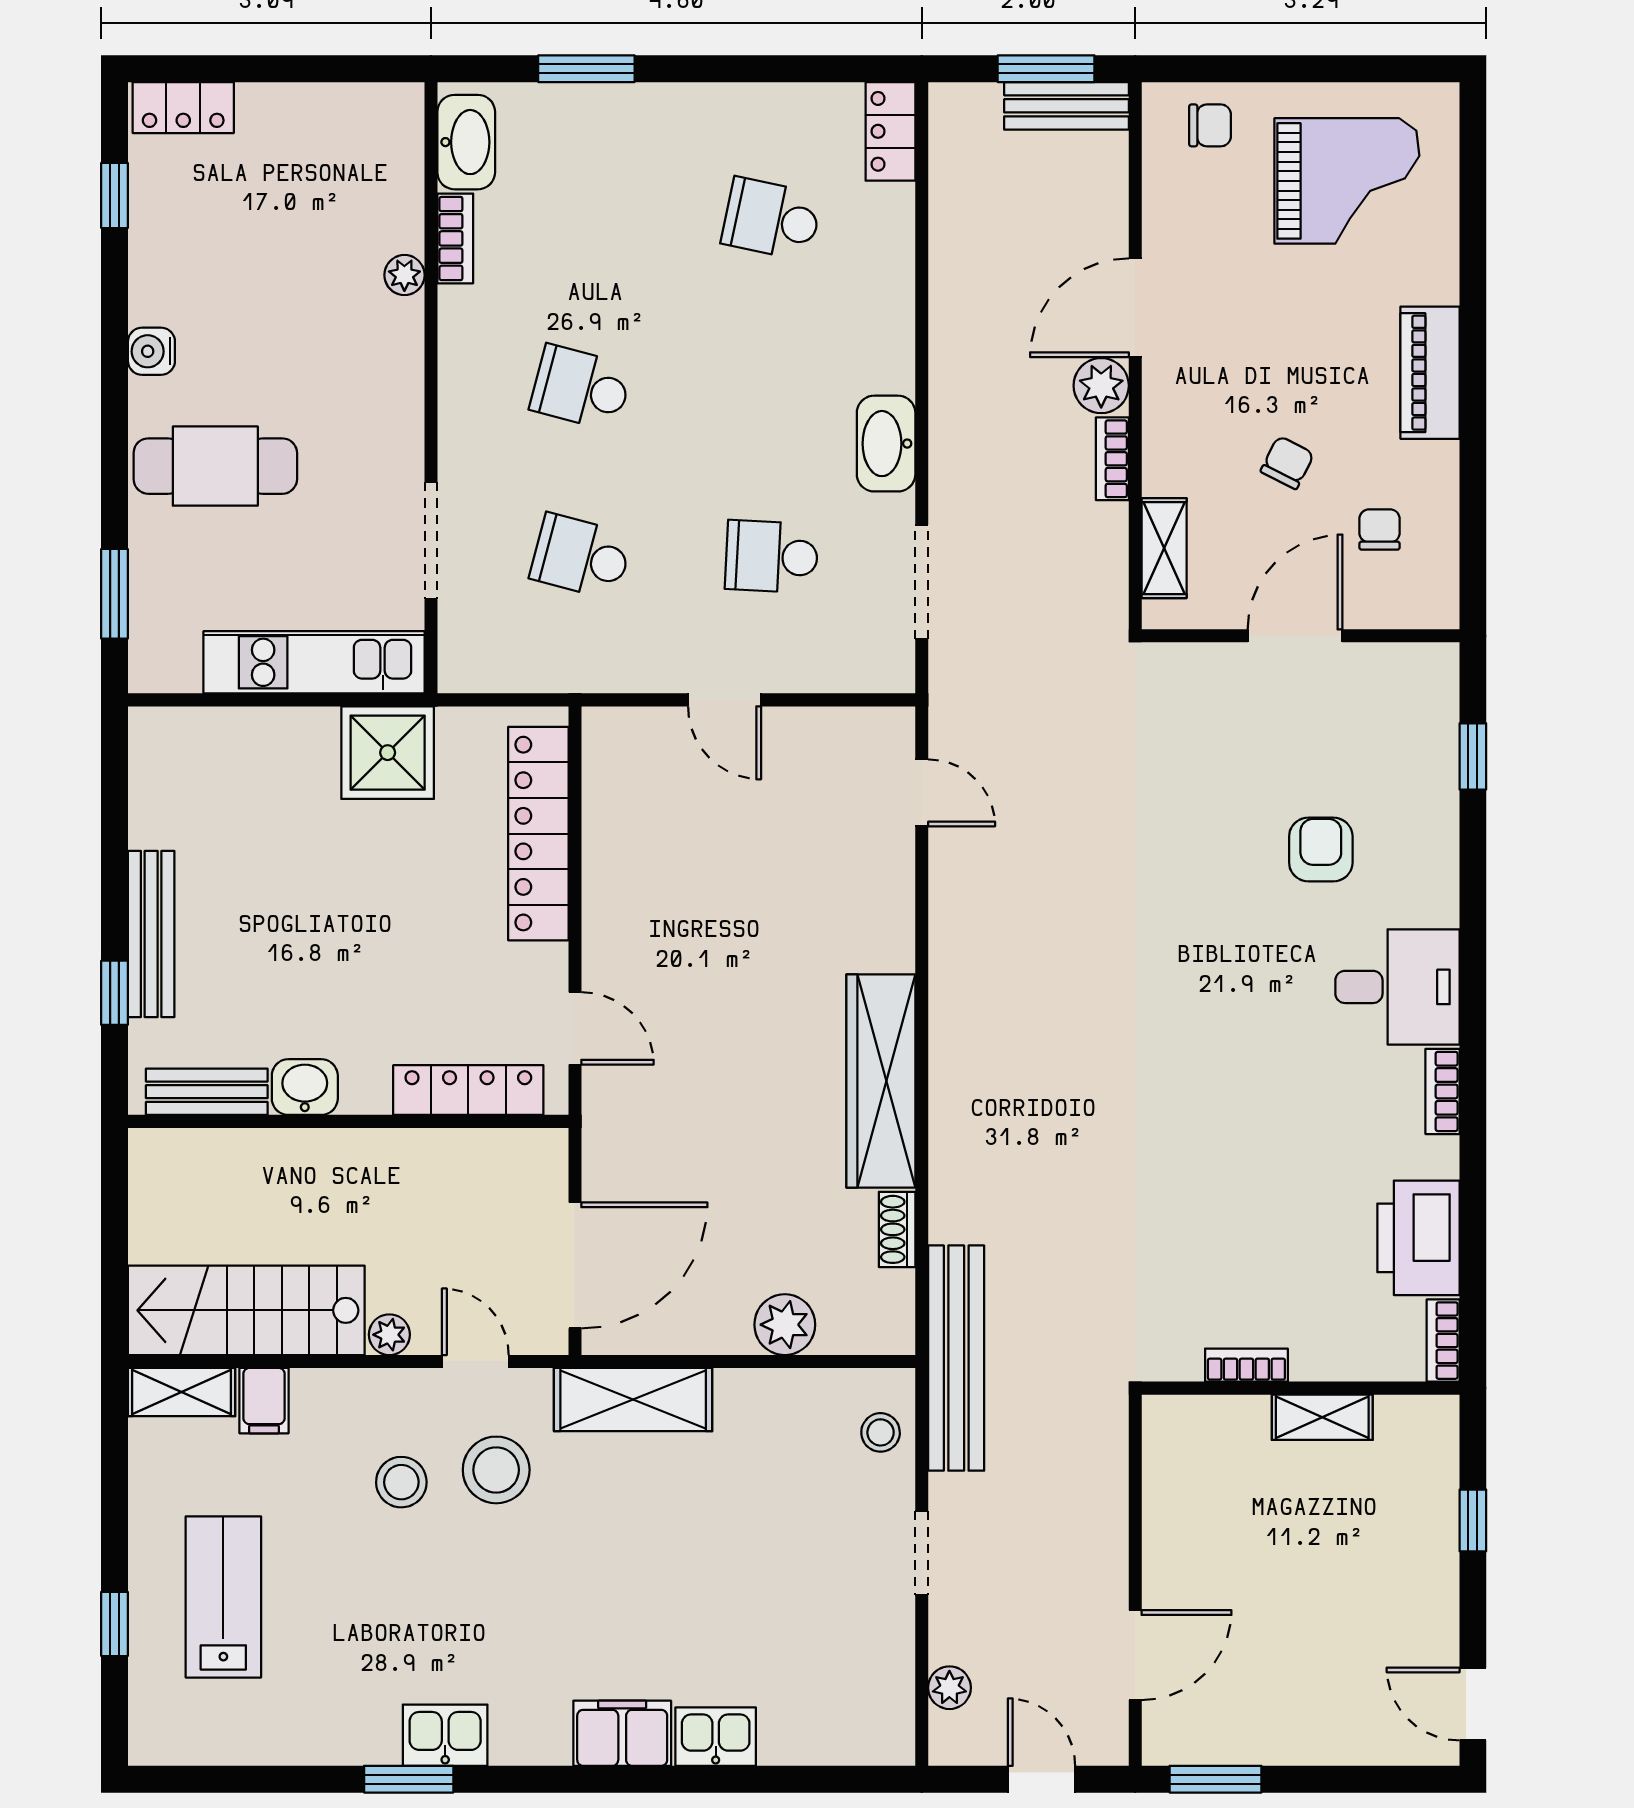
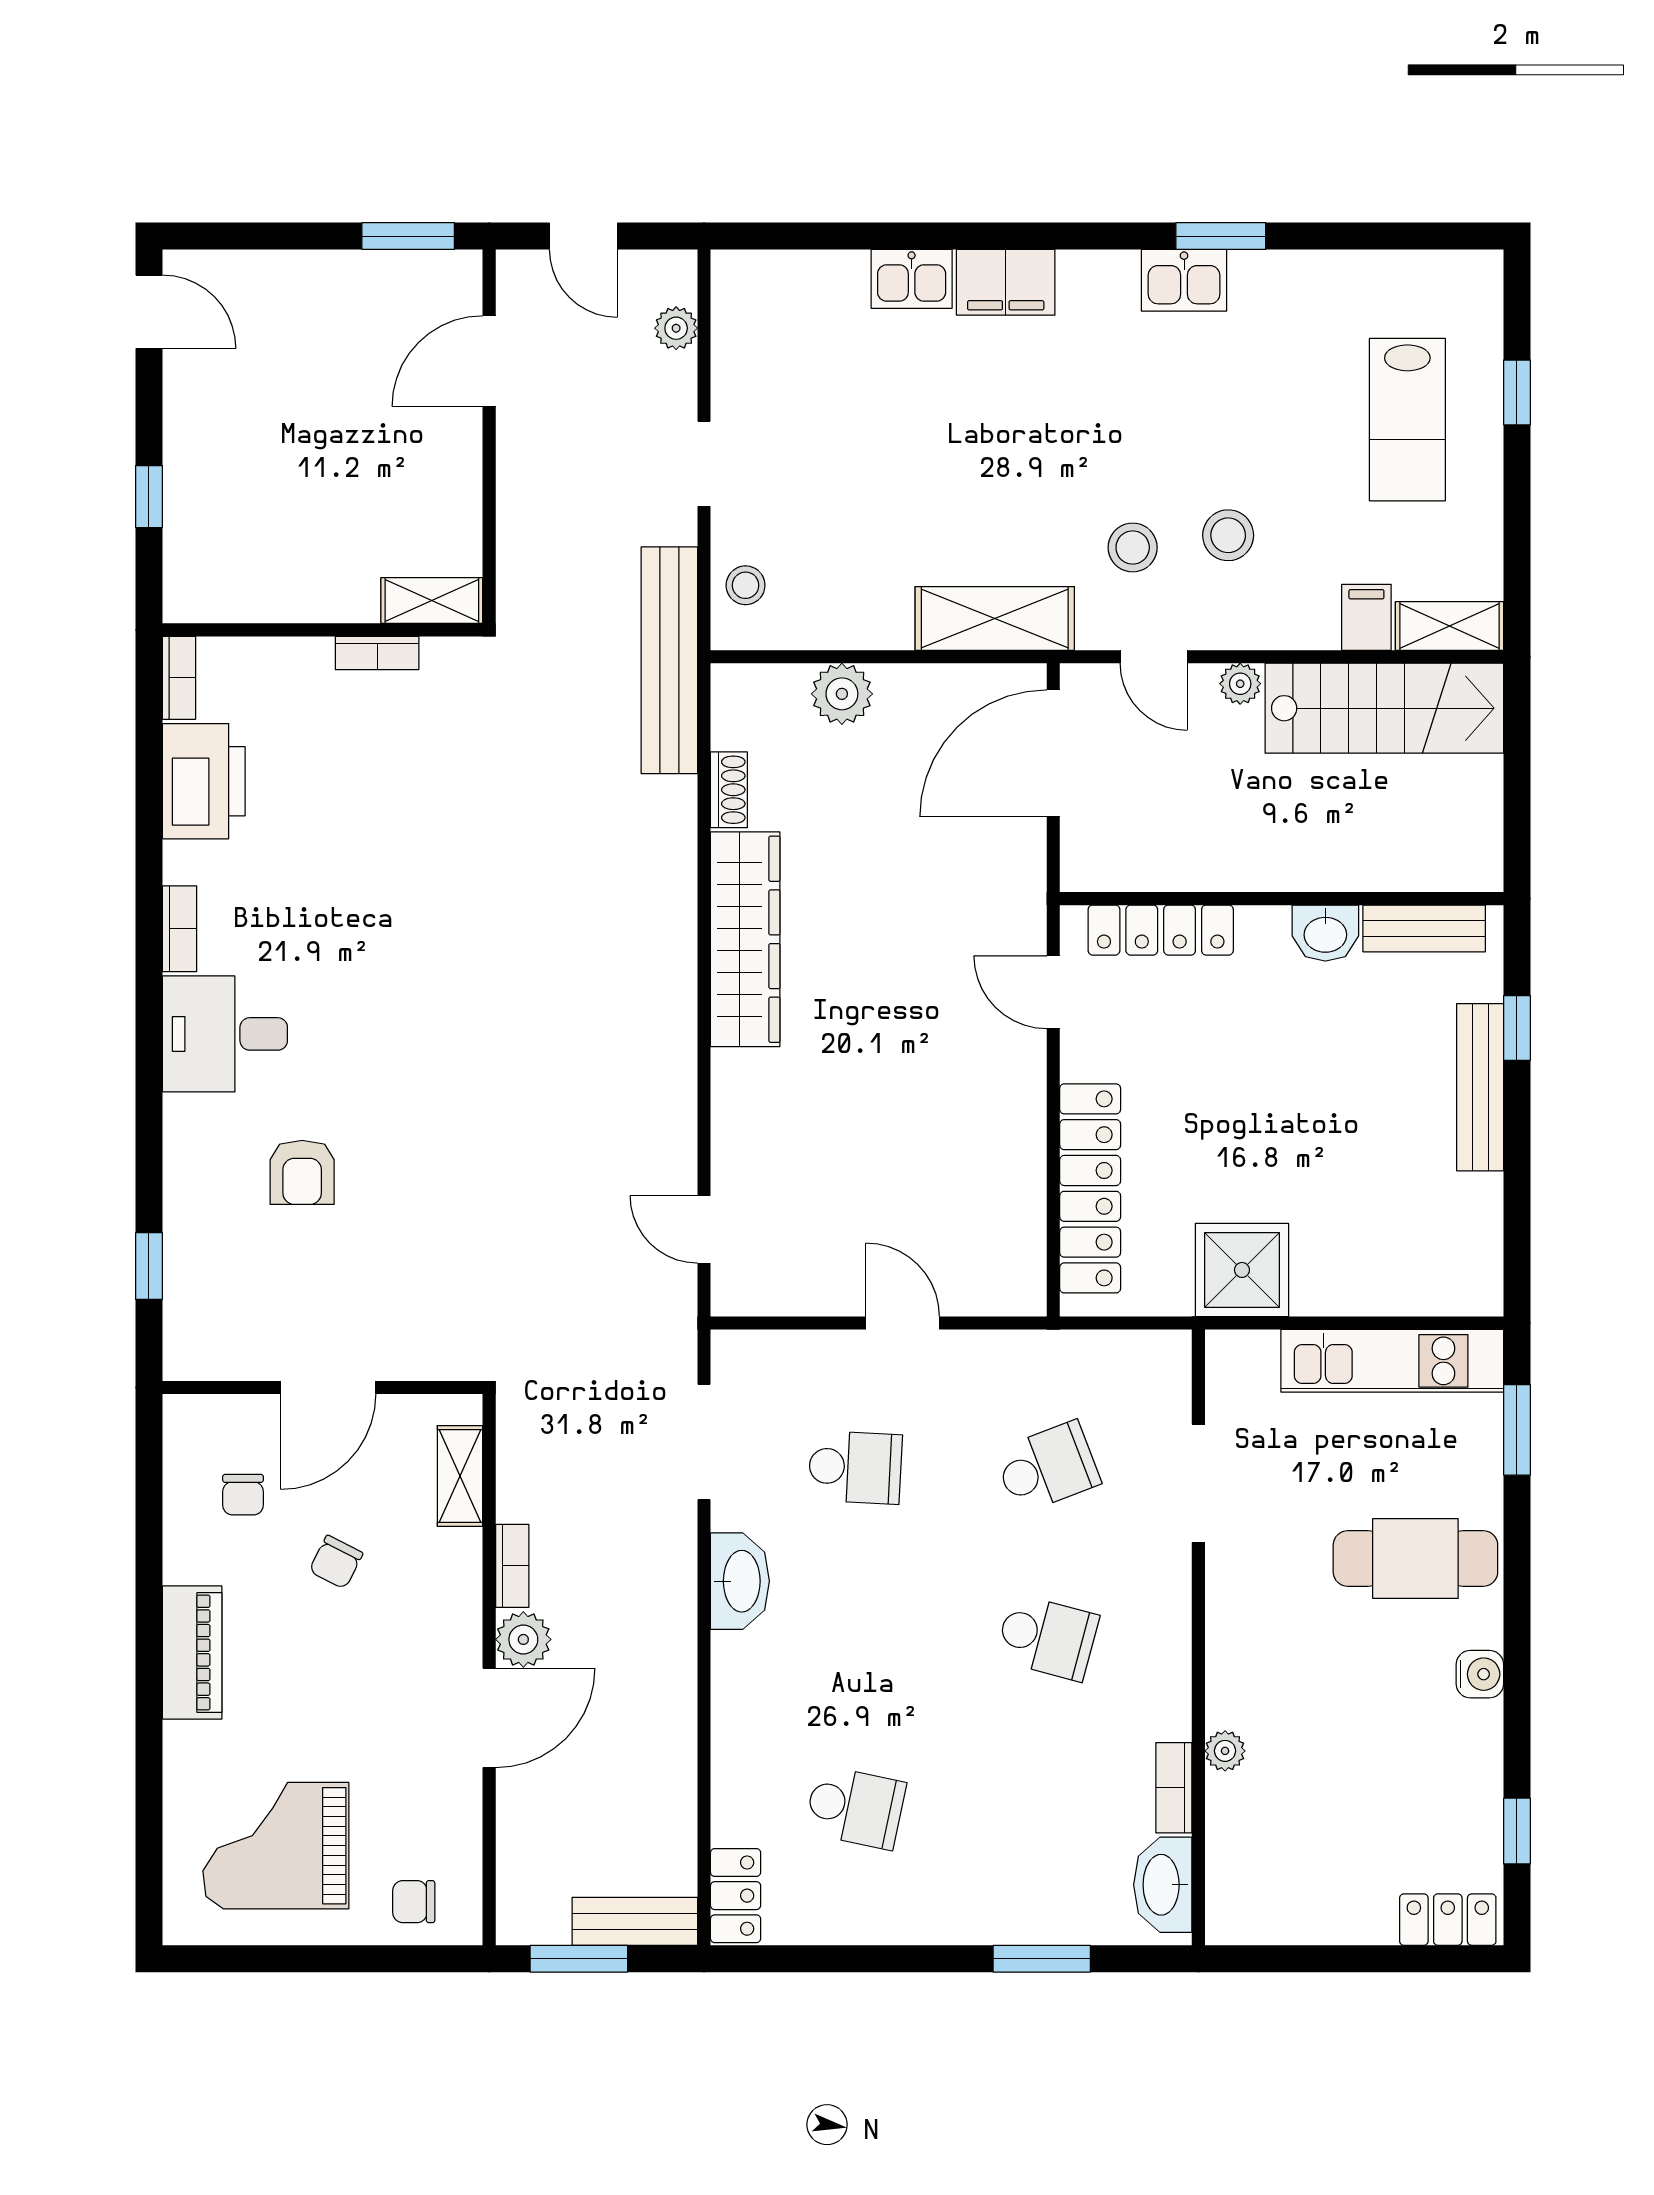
bench: (1066, 106) -> (635, 1921), moved
school desk: (581, 557) -> (1047, 1467), turned -36
kitchen unit: (314, 662) -> (1392, 1361), moved
shelving: (1322, 1417) -> (432, 601), moved
stool: (496, 1470) -> (1133, 547), width x0.73, depth x0.73

